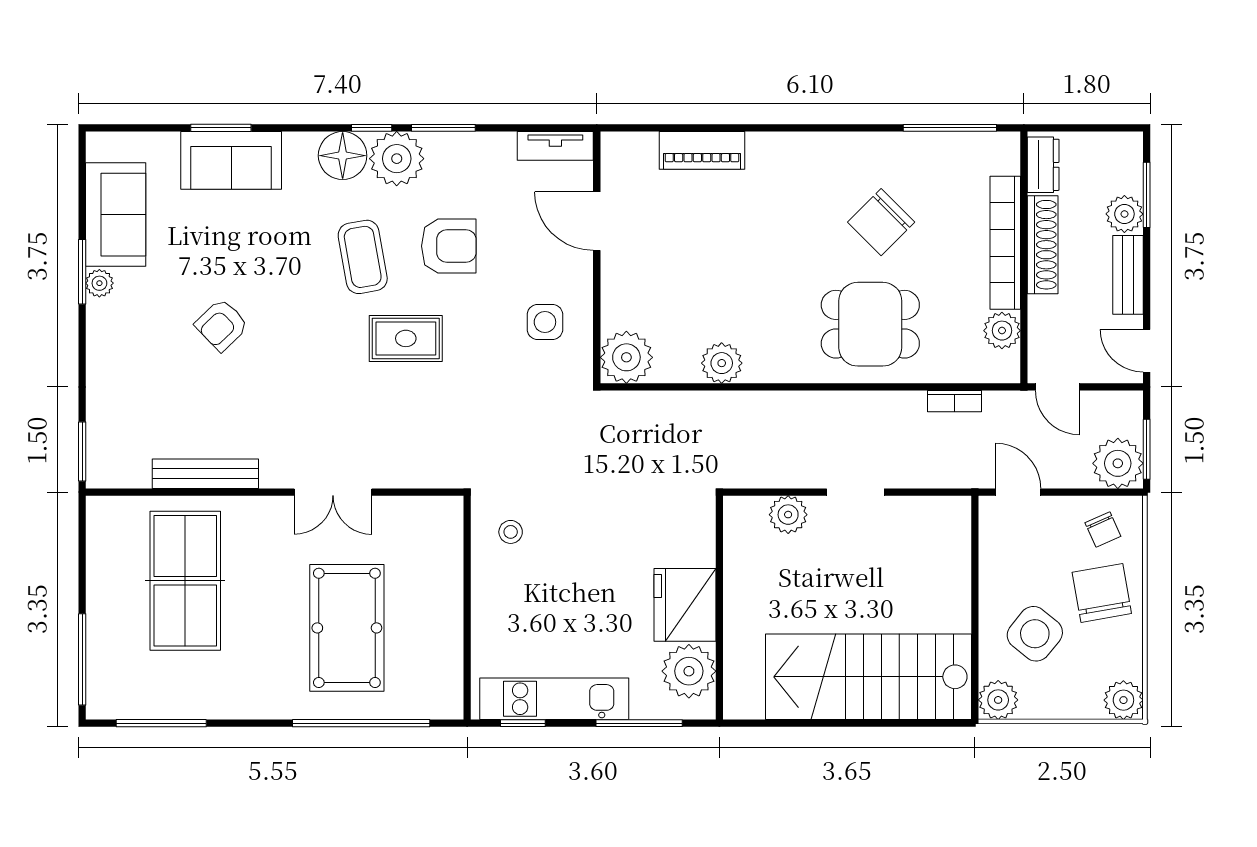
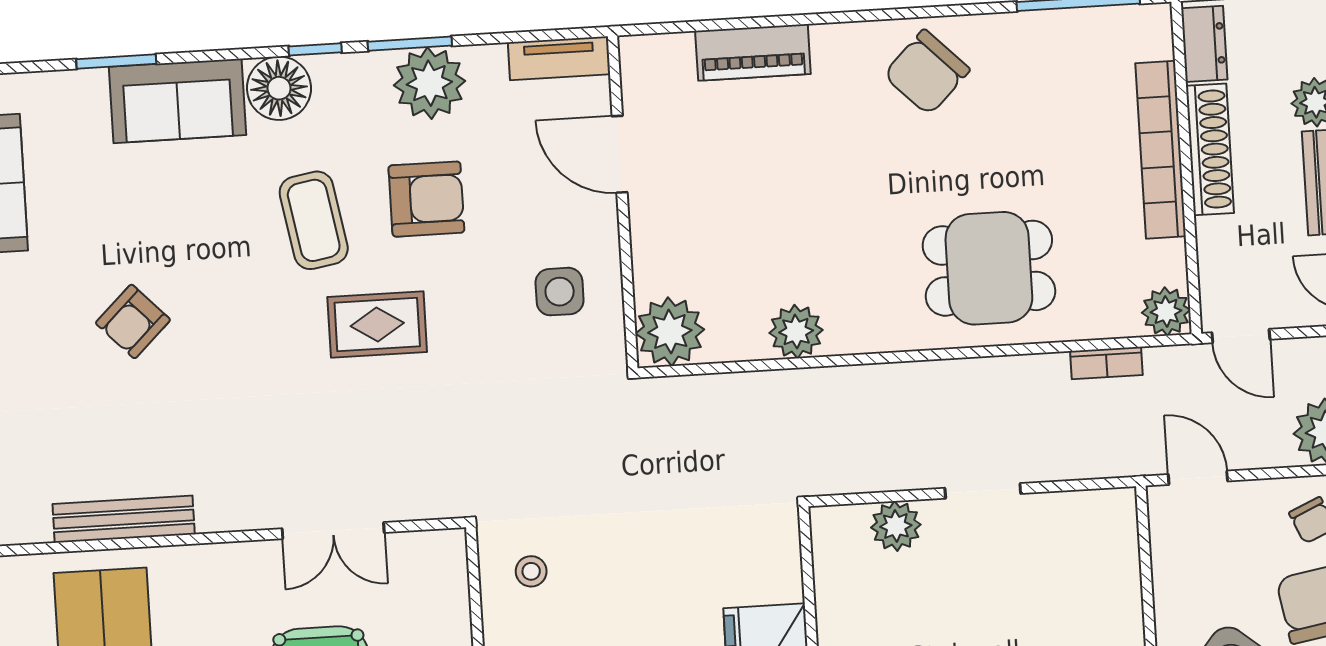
plant: (397, 159) -> (429, 83), moved
sofa: (231, 160) -> (178, 101), moved
chair: (881, 222) -> (927, 72), moved
plant: (1002, 331) -> (1166, 311), moved
double door: (333, 492) -> (333, 531), moved

